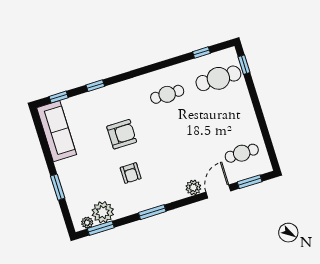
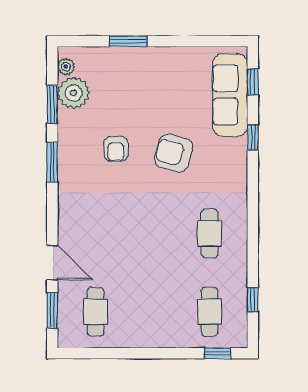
cafe table: (218, 78) -> (210, 312), width x0.73, depth x0.74
sofa: (57, 131) -> (230, 95), moved, turned 90
armchair: (122, 134) -> (174, 153), turned 106
armchair: (131, 173) -> (116, 149), turned -90
plant: (193, 188) -> (69, 230), removed
window: (101, 228) -> (52, 104), moved

